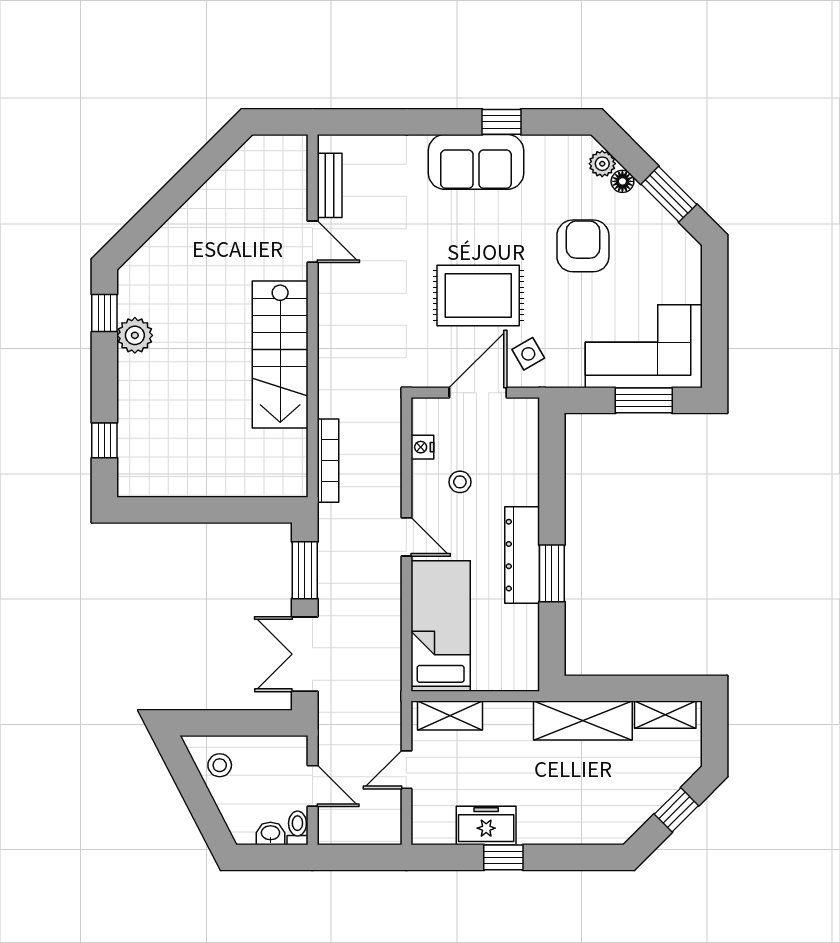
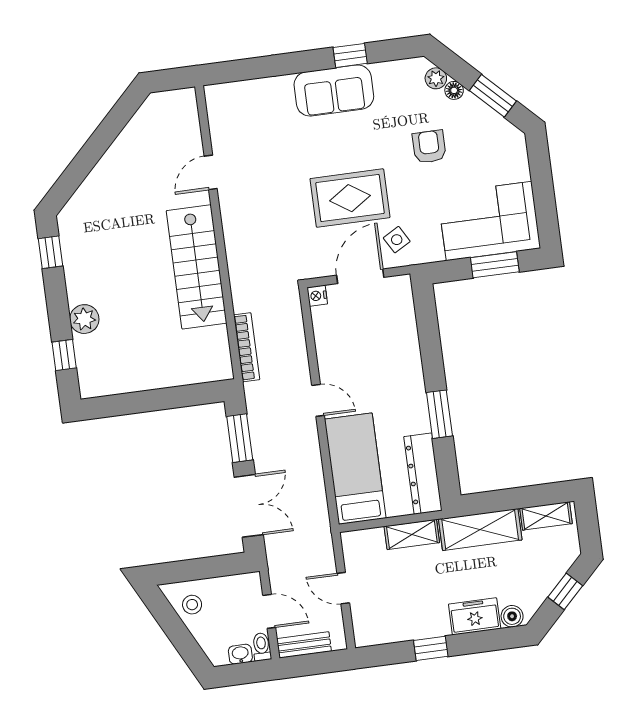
bench: (330, 185) -> (304, 645), moved, turned 90
door: (313, 242) -> (211, 172), swing flipped
armchair: (583, 246) -> (429, 147), width x0.72, depth x0.72
plant: (135, 335) -> (84, 319), moved
nightstand: (422, 447) -> (317, 296), moved
stool: (460, 482) -> (355, 350), removed
dresser: (522, 555) -> (423, 474), moved
double door: (305, 654) -> (249, 506), swing flipped
shelving: (450, 715) -> (412, 534), moved
door: (406, 770) -> (343, 588), hinge flipped
freezer: (486, 825) -> (475, 616), moved
boiler: (608, 831) -> (512, 616), added

